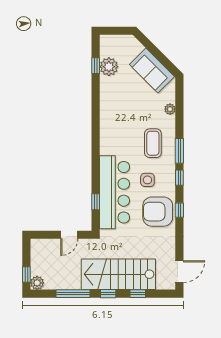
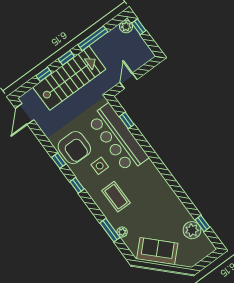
window: (179, 151) -> (110, 230), moved
armchair: (158, 212) -> (74, 148), turned 90

